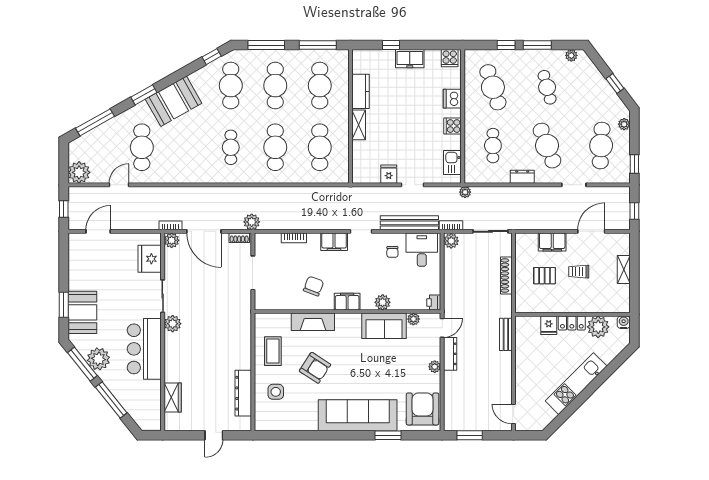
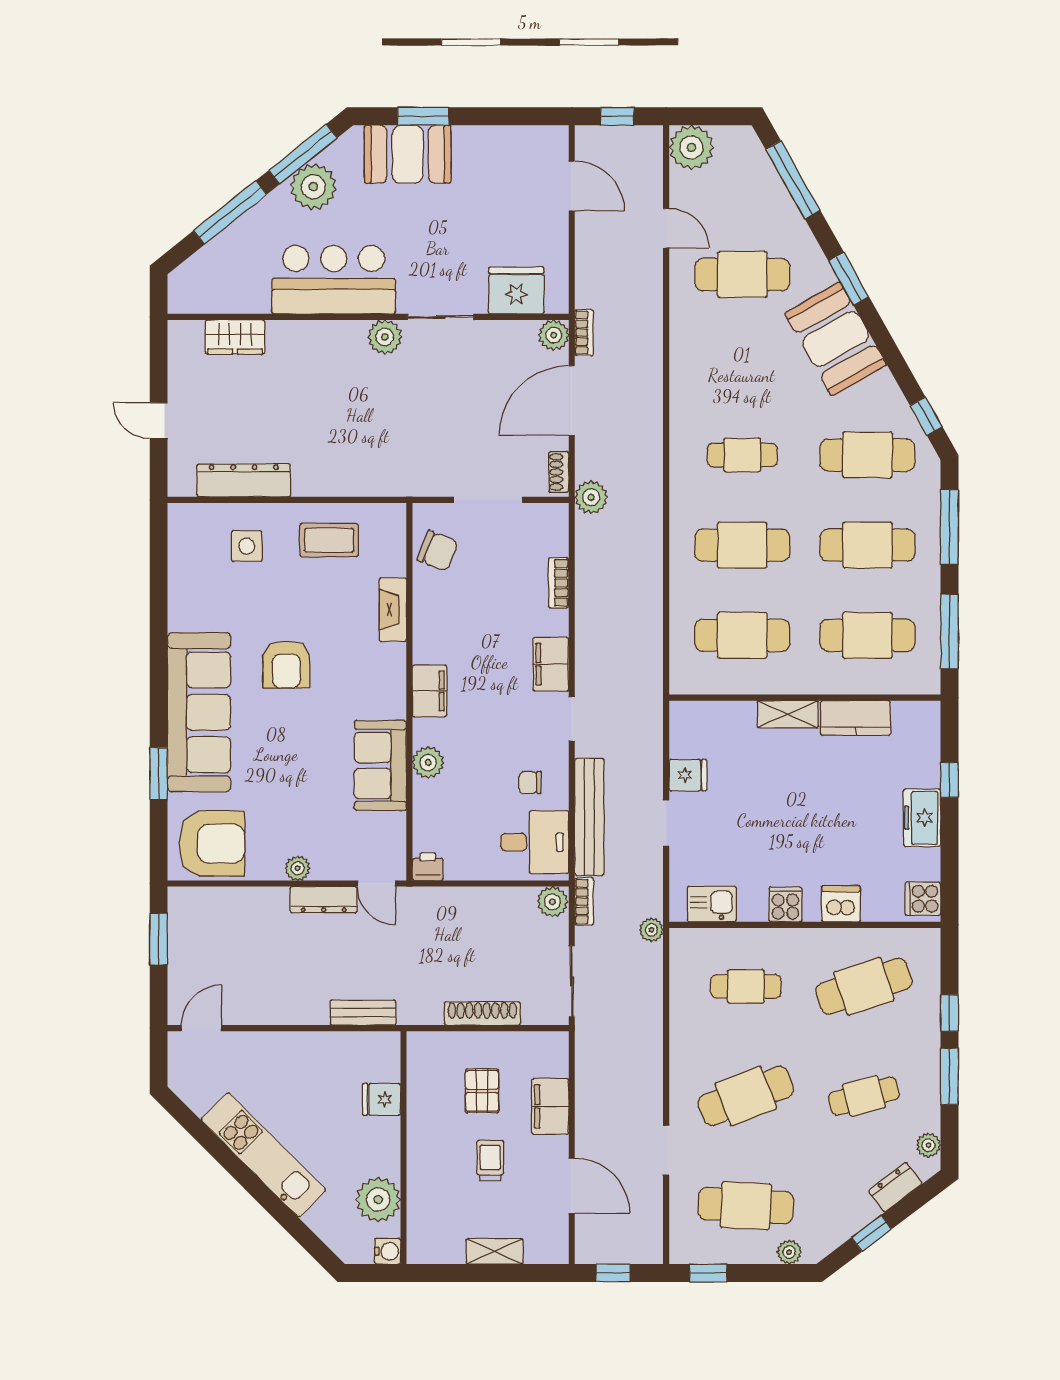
dresser: (522, 177) -> (895, 1187), moved, turned -127
chair: (314, 286) -> (438, 551), moved
plant: (413, 319) -> (394, 825), removed
fireplace: (313, 322) -> (393, 610), width x0.73, depth x0.76
locker: (572, 323) -> (386, 1146), removed
armchair: (315, 368) -> (286, 665), moved, turned -33

